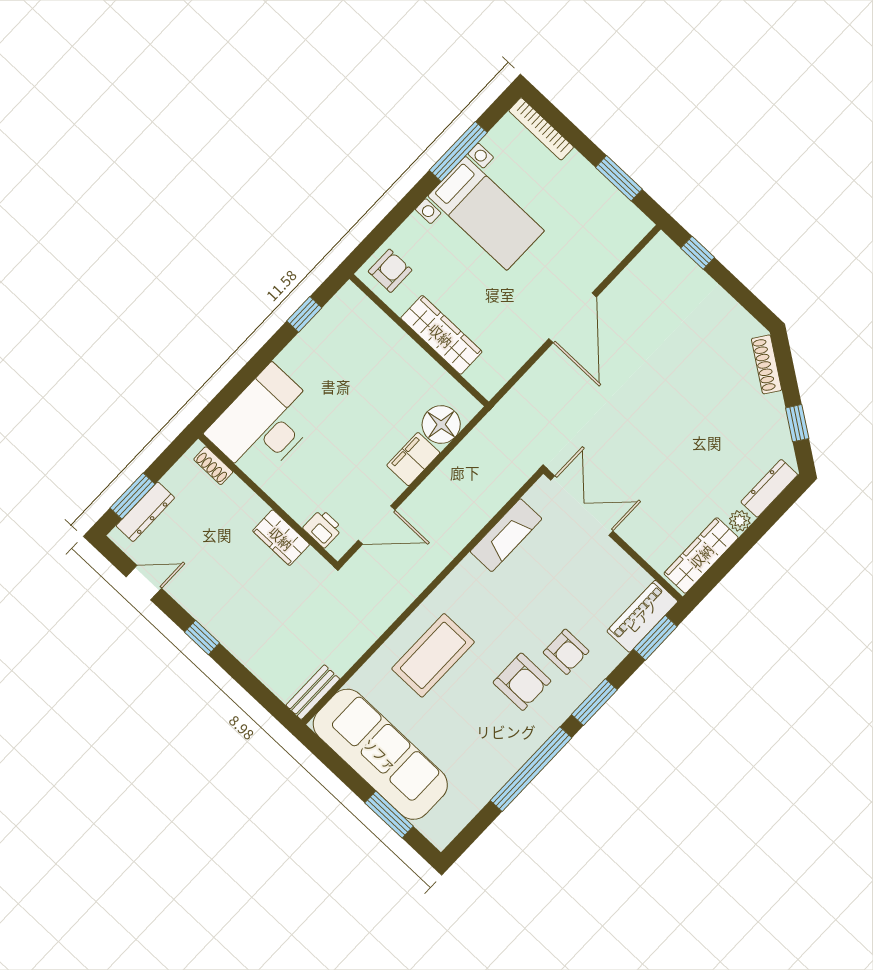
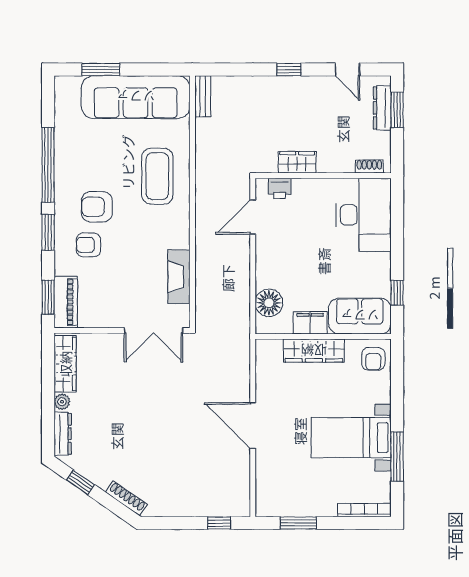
sofa: (363, 326) -> (360, 316), added
filing cabinet: (413, 459) -> (310, 323), moved, turned -90
door: (144, 583) -> (347, 70), hinge flipped

